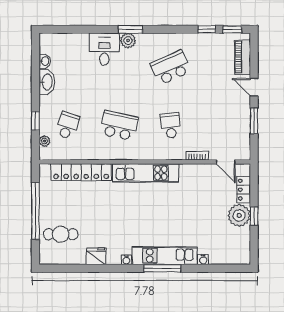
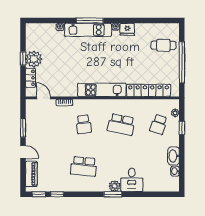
school desk: (170, 68) -> (84, 166), turned 30
fridge: (96, 256) -> (127, 29), moved

